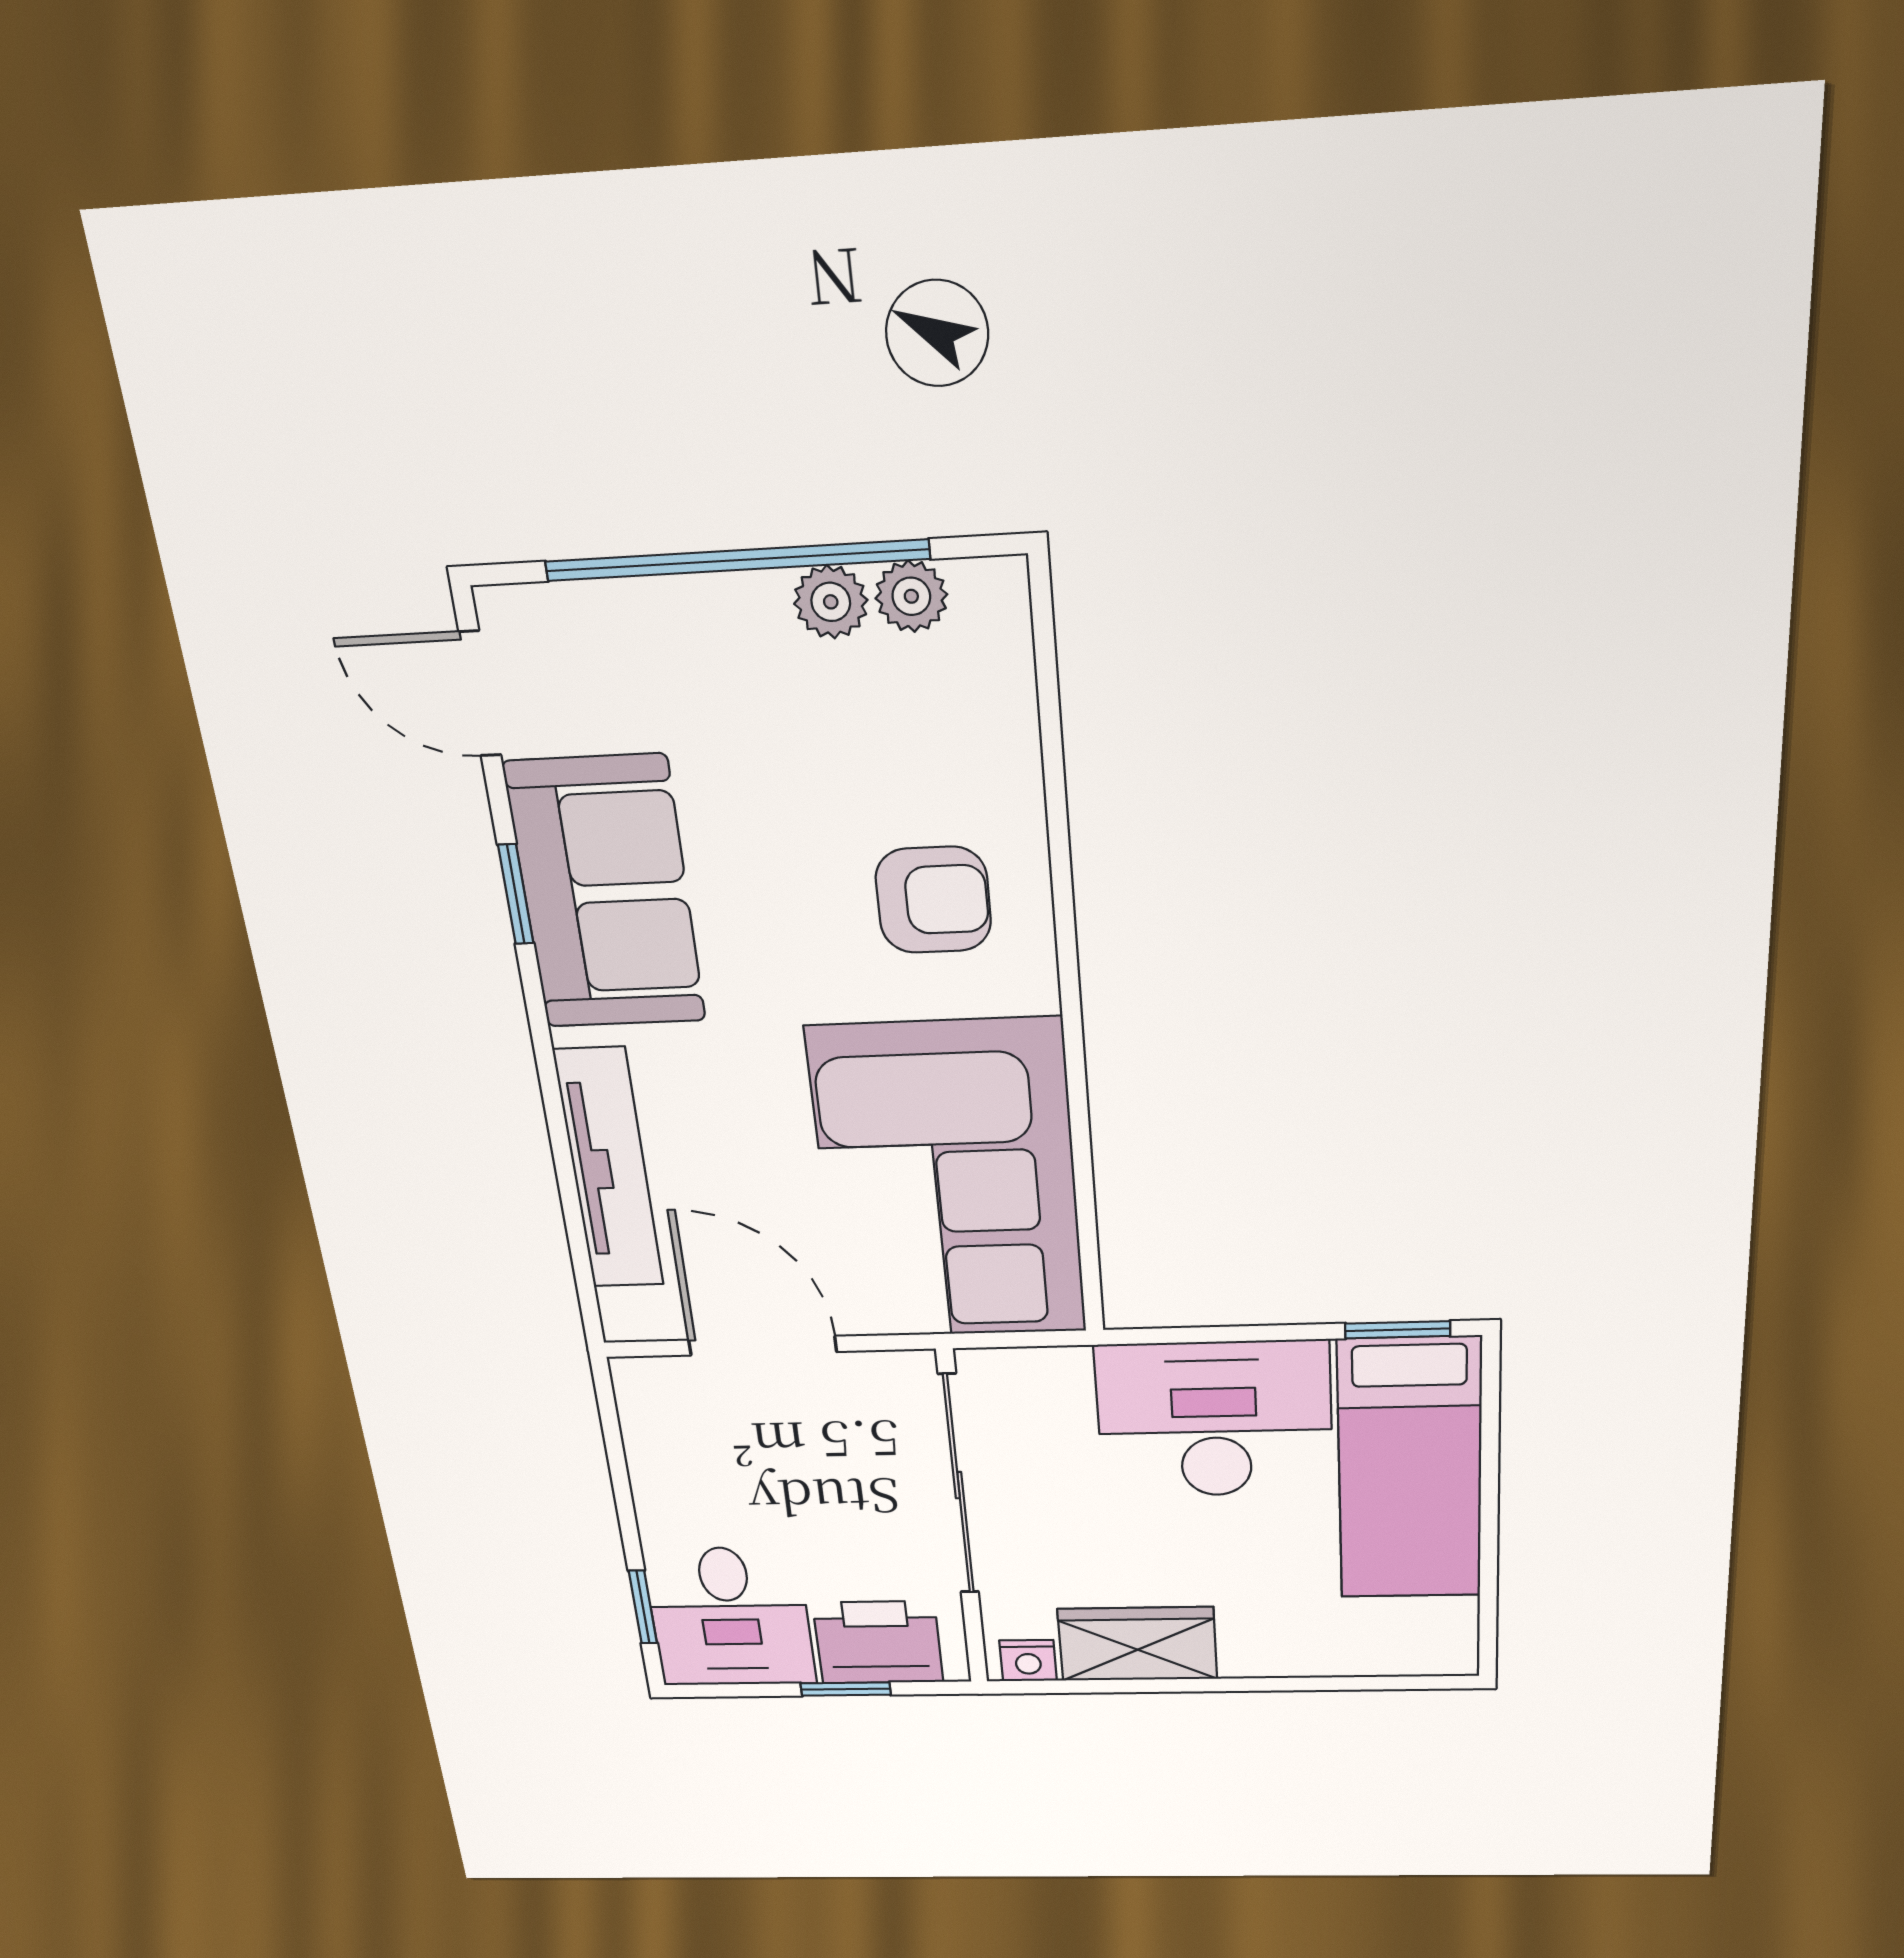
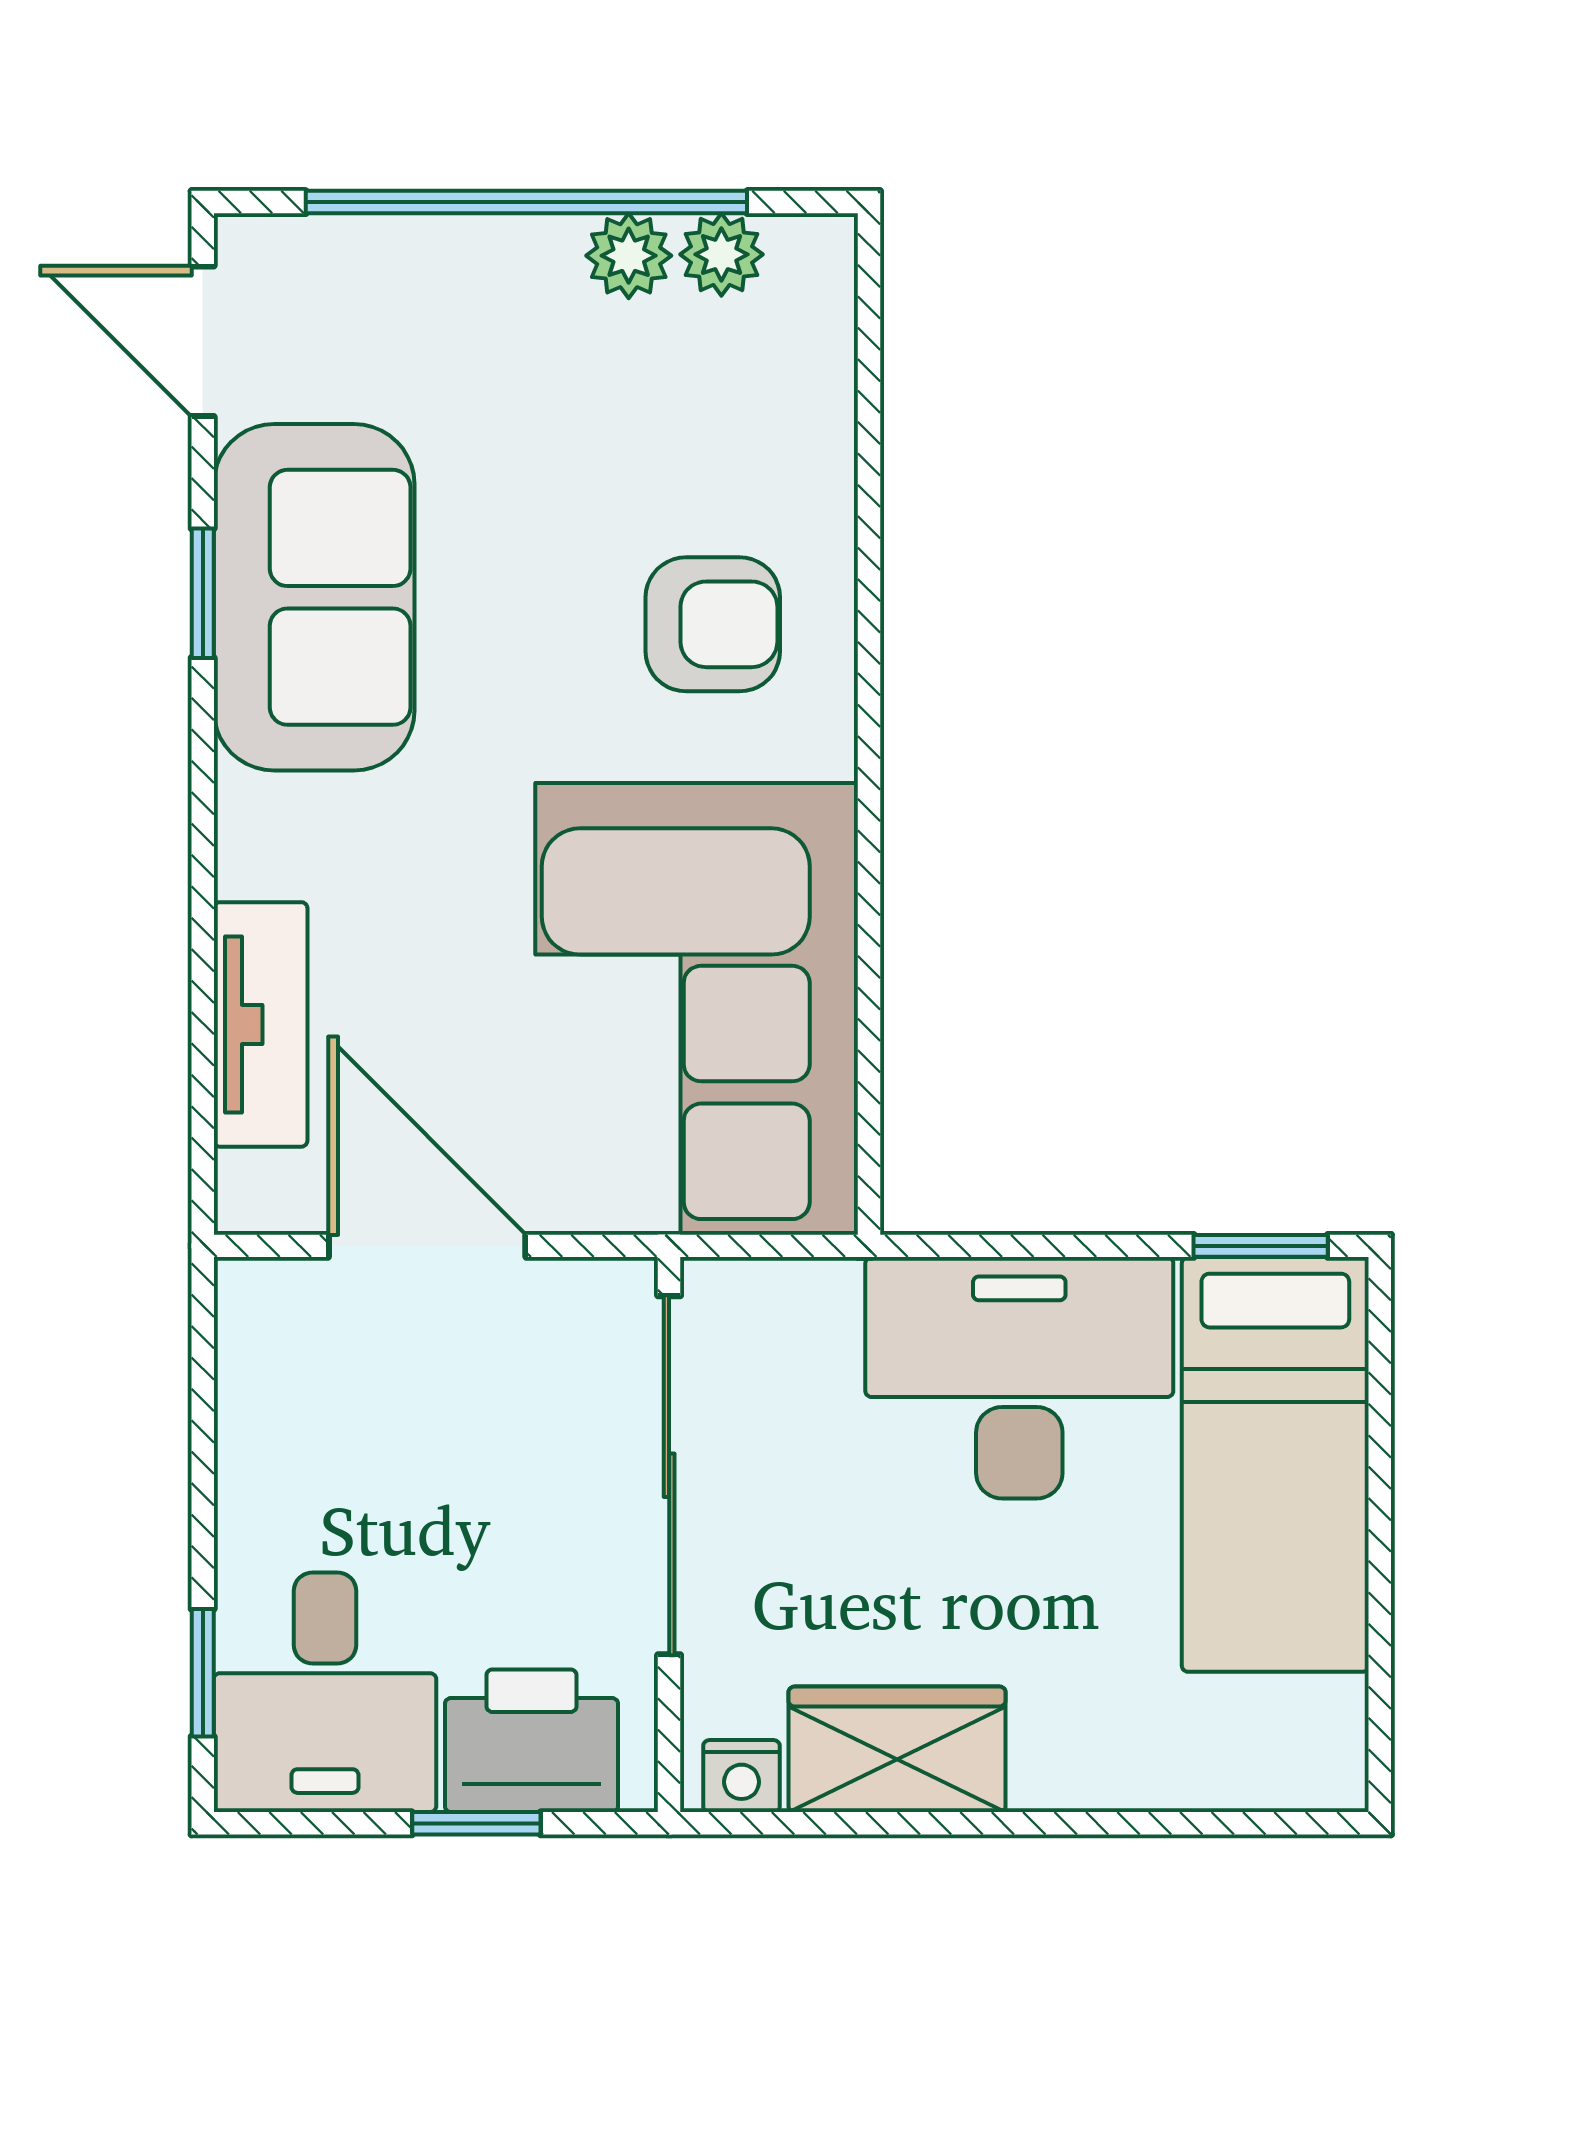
tv unit: (609, 1169) -> (261, 1024), width x0.71

